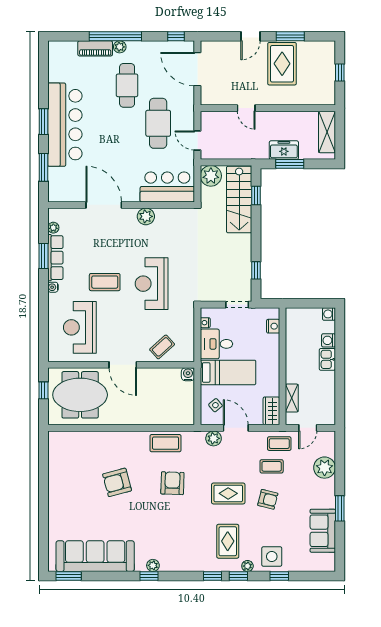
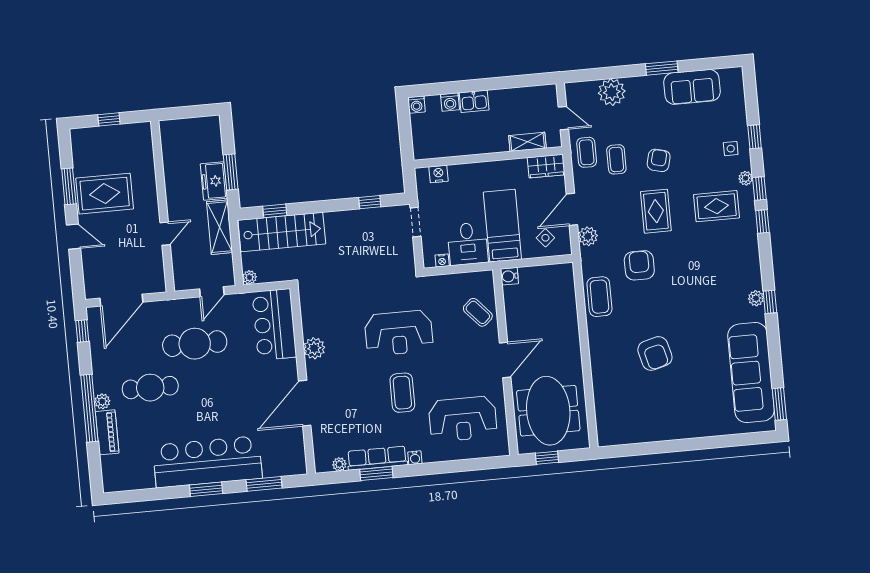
shelving: (327, 132) -> (220, 227), moved, turned 90
plant: (211, 176) -> (249, 277), width x0.53, depth x0.53
armchair: (172, 483) -> (639, 265), moved, turned 88
side table: (272, 556) -> (731, 149), width x0.54, depth x0.54

